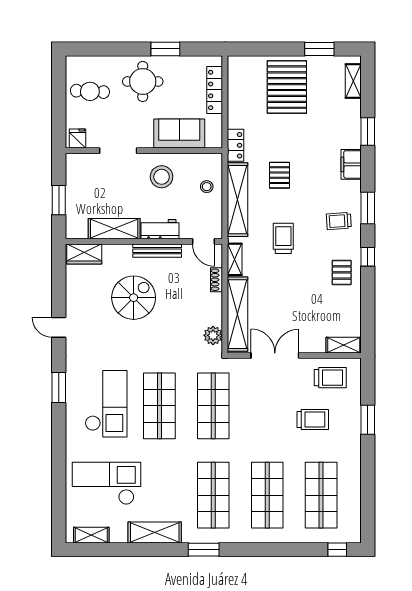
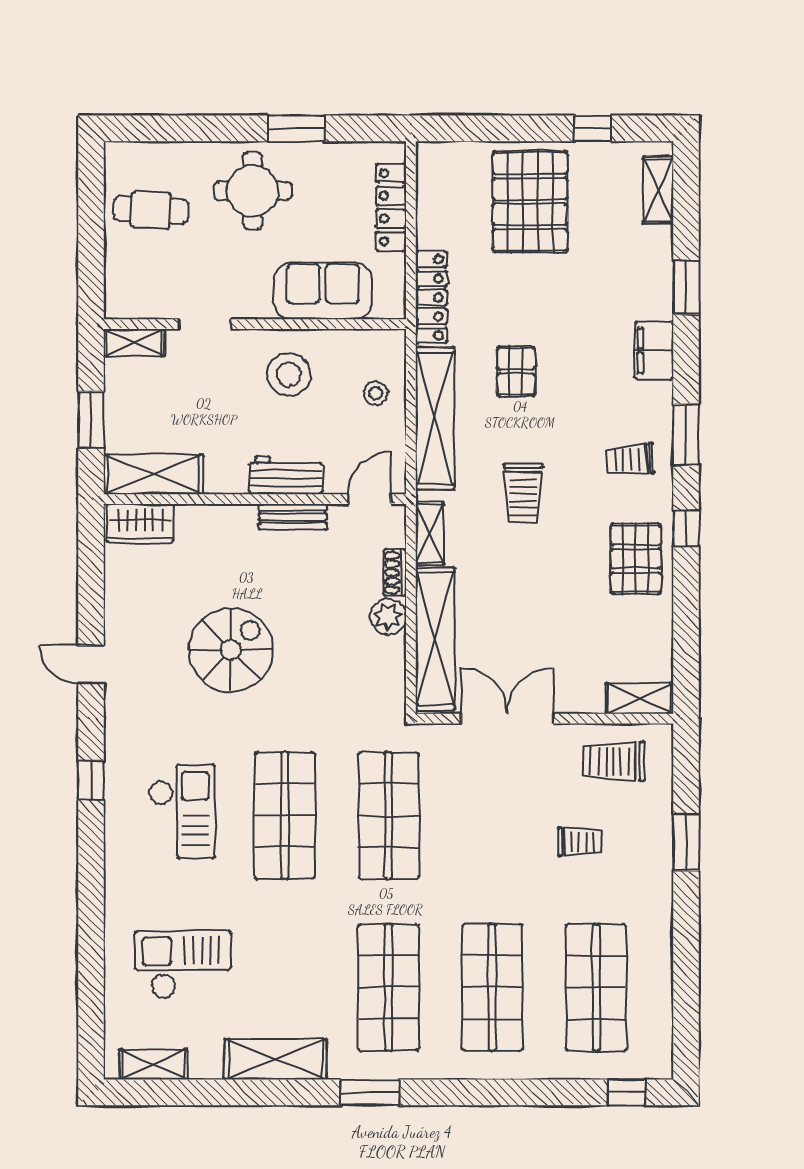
window: (319, 49) -> (593, 128), width x0.67
fridge: (78, 138) -> (127, 301), removed
locker: (236, 145) -> (431, 297), width x1.53
doorway: (118, 151) -> (205, 324), width x0.73
shelving: (81, 160) -> (134, 342), added
shelving: (114, 229) -> (153, 474), moved
trolley: (283, 238) -> (523, 493), turned 180
door: (203, 241) -> (369, 499), swing flipped
bench: (157, 251) -> (293, 517), width x0.73
pallet: (342, 272) -> (636, 559), width x1.50, depth x1.42
spiral stairs: (134, 298) -> (231, 650), moved
plant: (213, 335) -> (388, 617), moved
trolley: (330, 378) -> (614, 761), turned 180
window: (59, 387) -> (91, 780), width x0.67
checkout: (106, 404) -> (182, 811), width x0.73, depth x0.83
trolley: (313, 419) -> (580, 842), width x0.73, depth x0.72
checkout: (106, 483) -> (183, 965), width x0.73, depth x0.83

